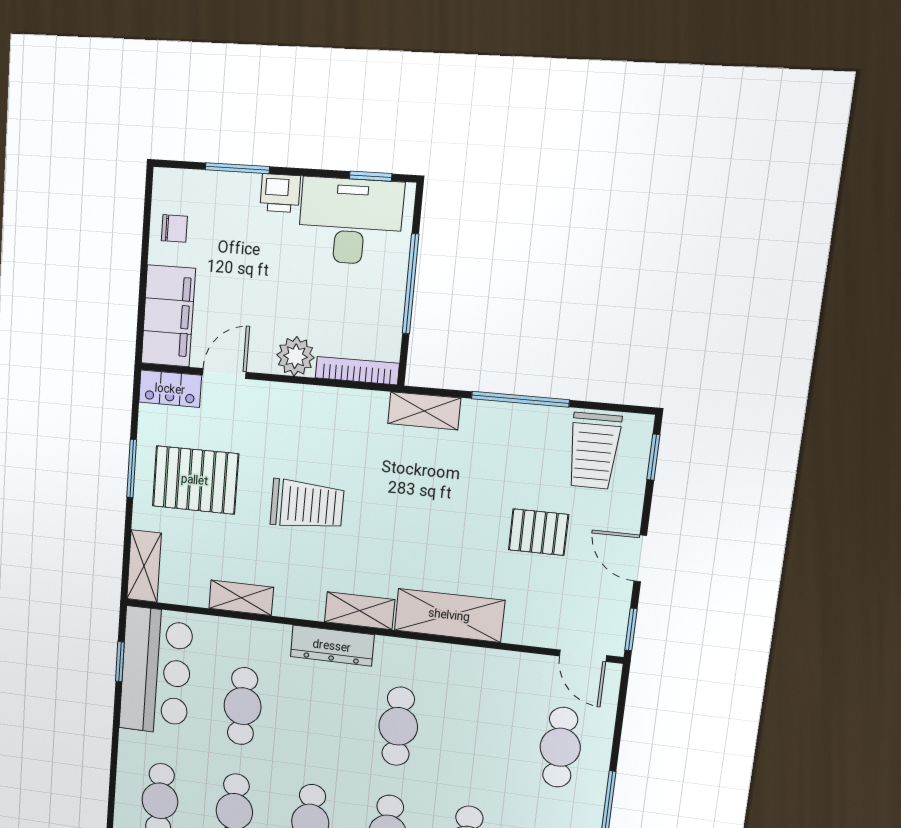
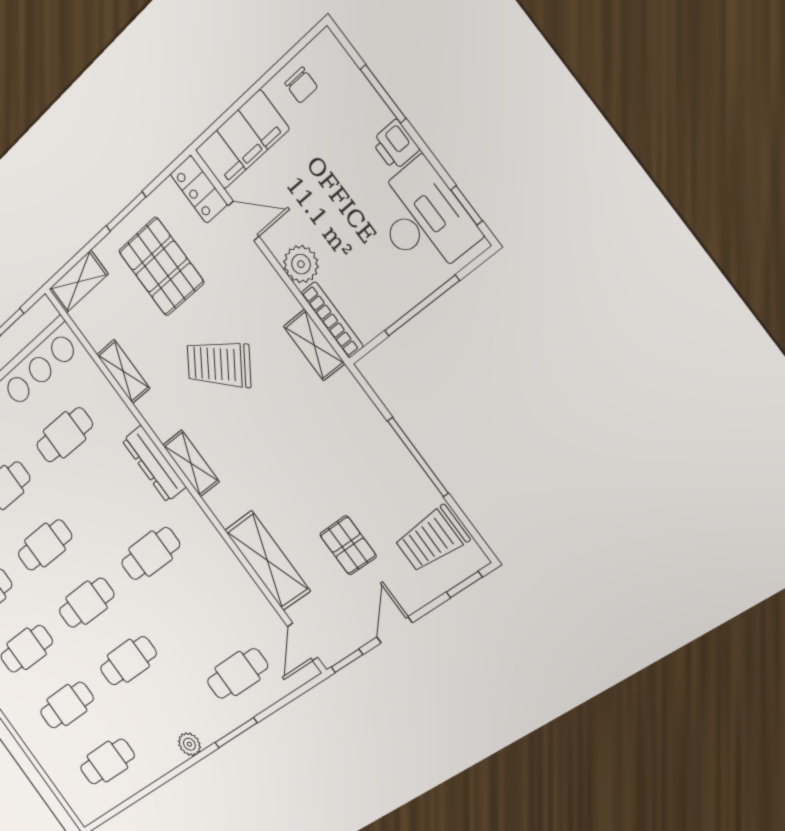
shelving: (424, 411) -> (314, 345), moved
trolley: (307, 505) -> (219, 364), turned 128
shelving: (449, 615) -> (267, 561), moved

